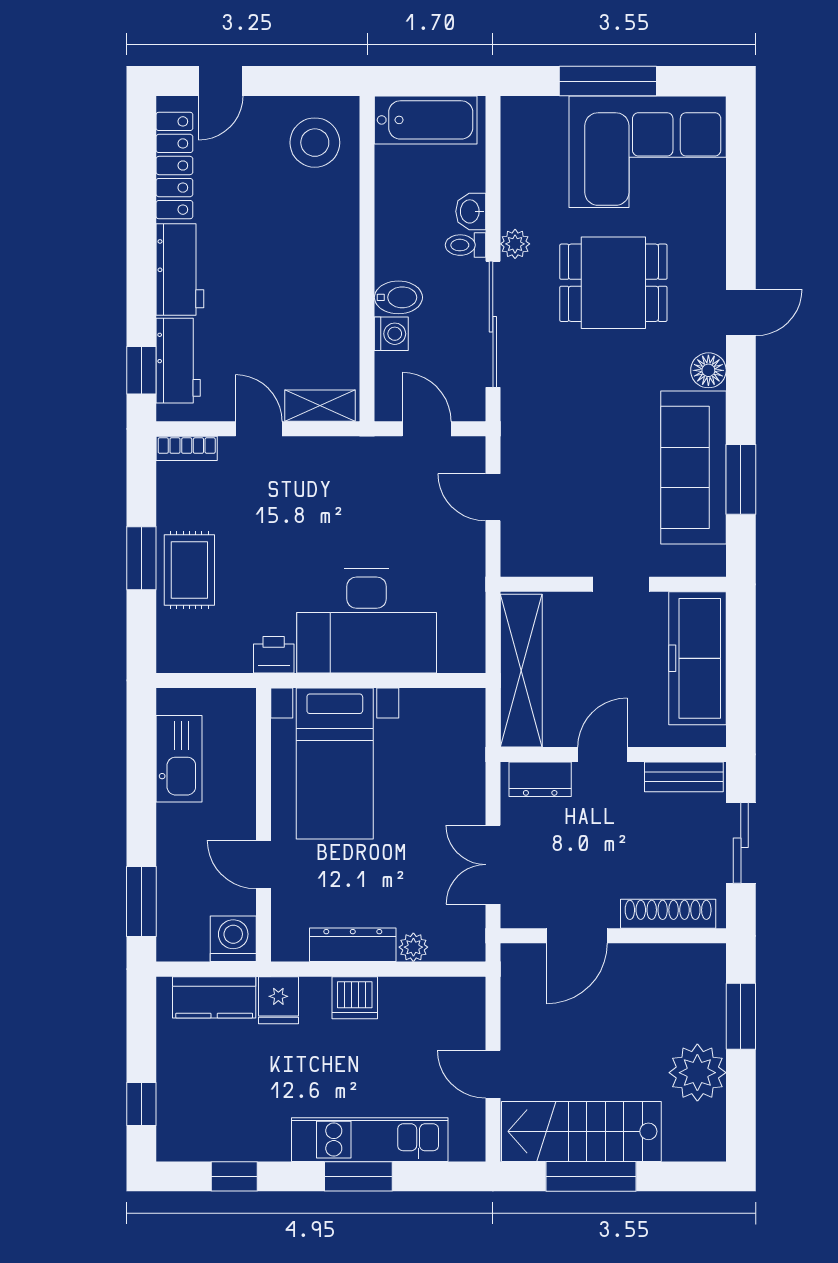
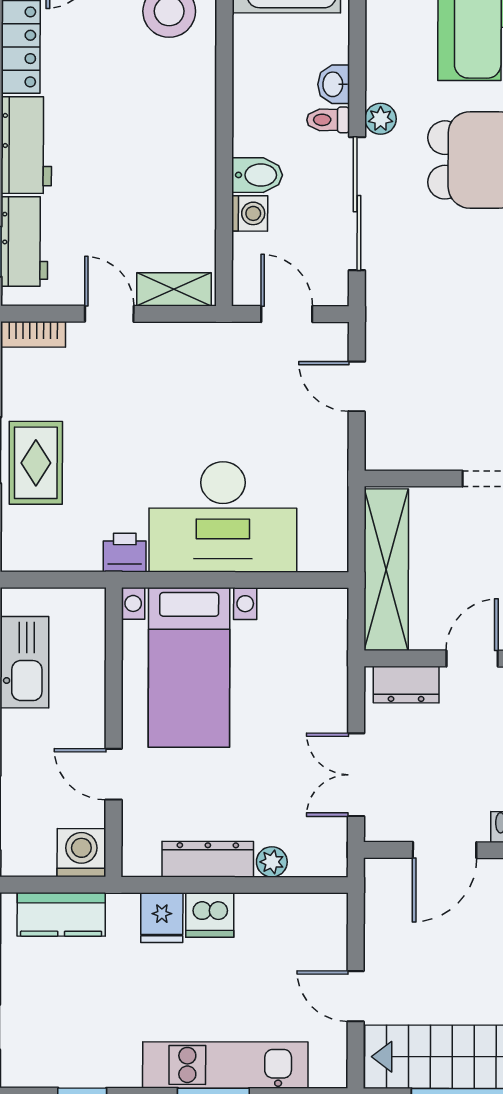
fridge: (278, 1000) -> (162, 918), moved

